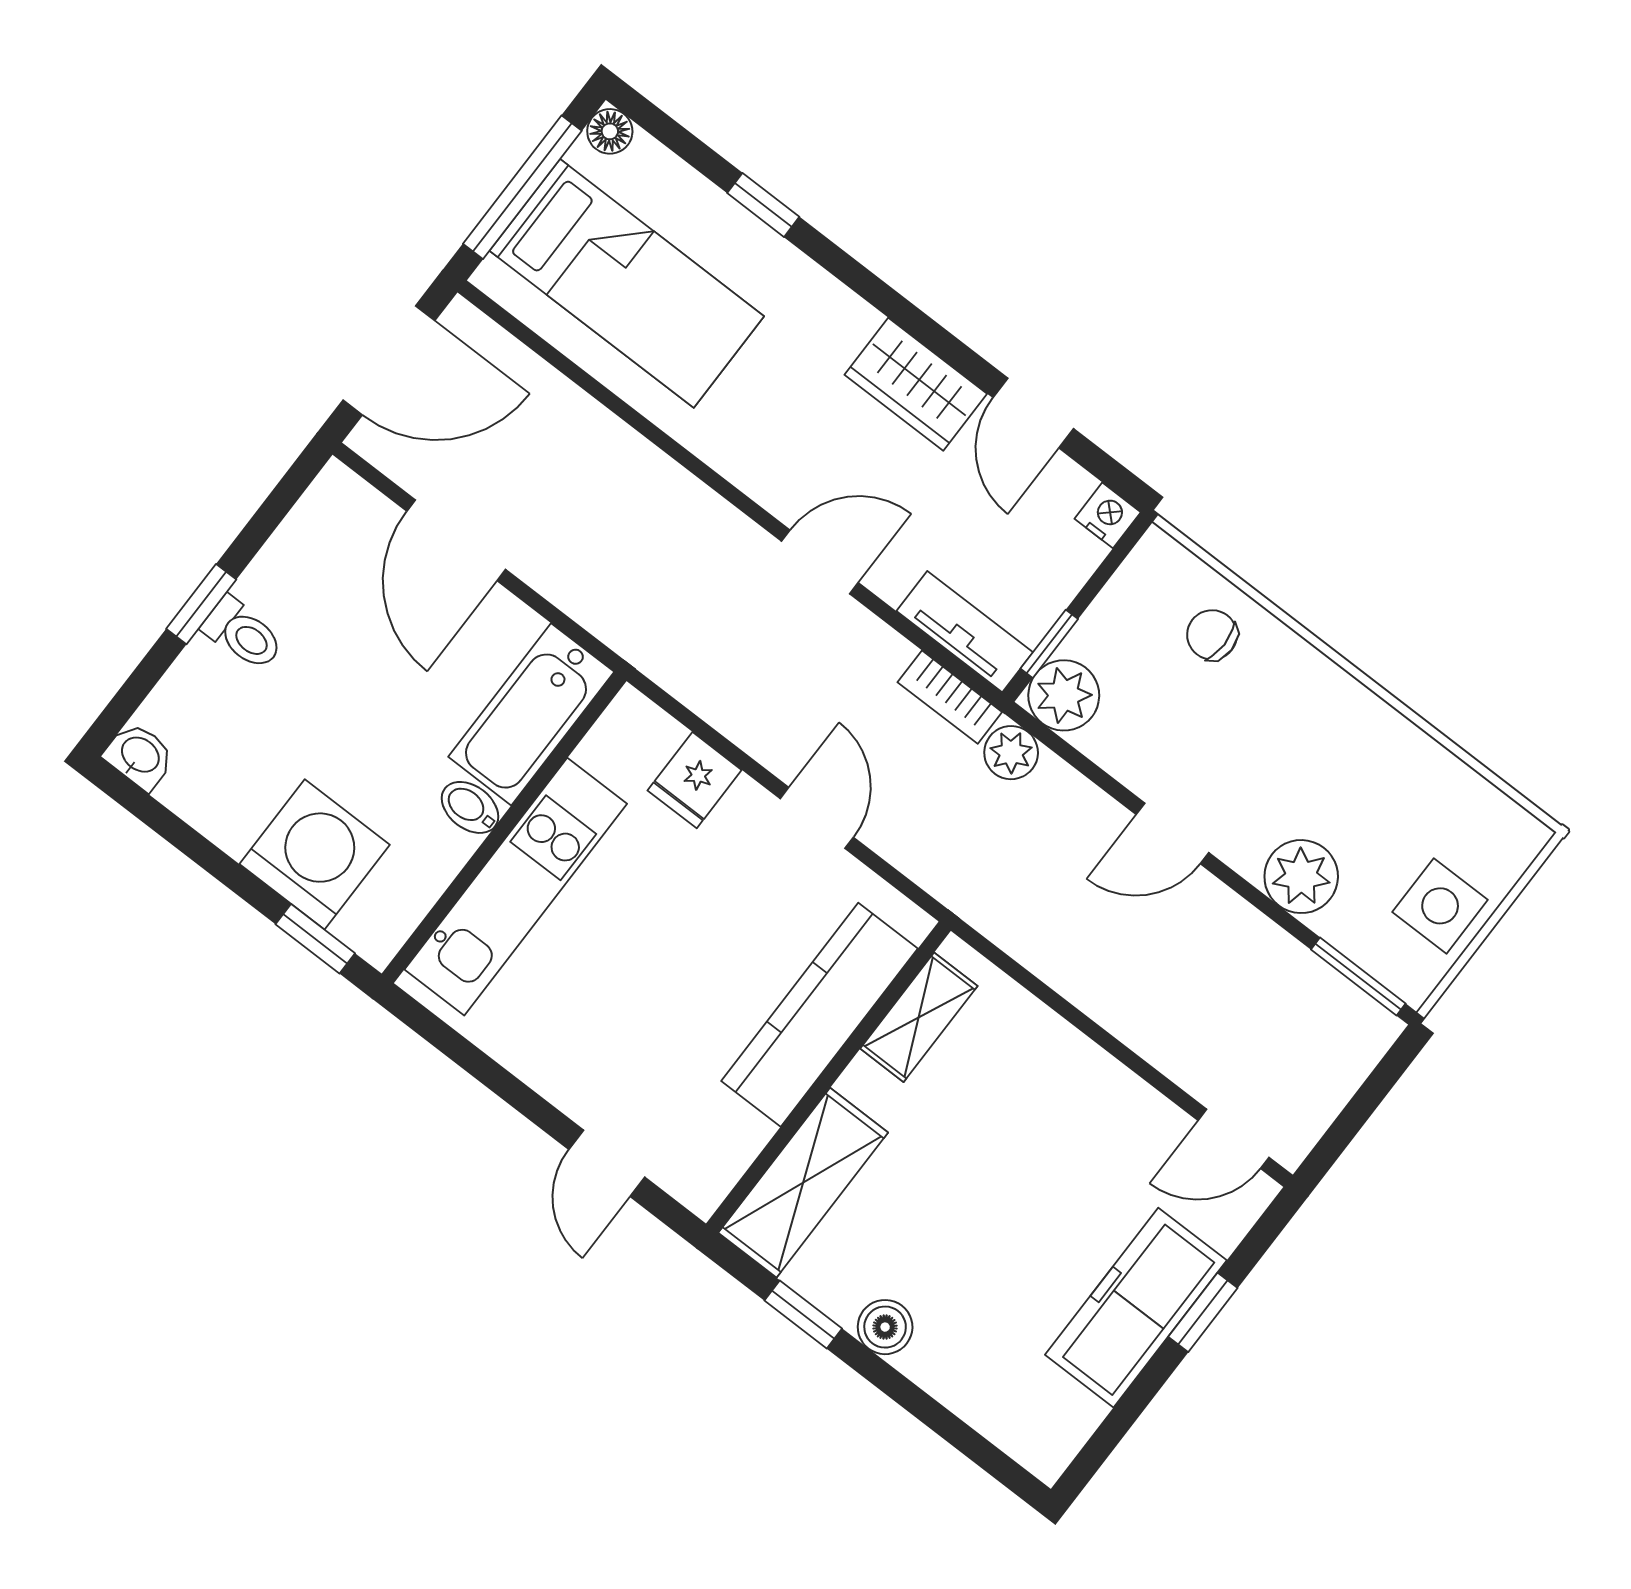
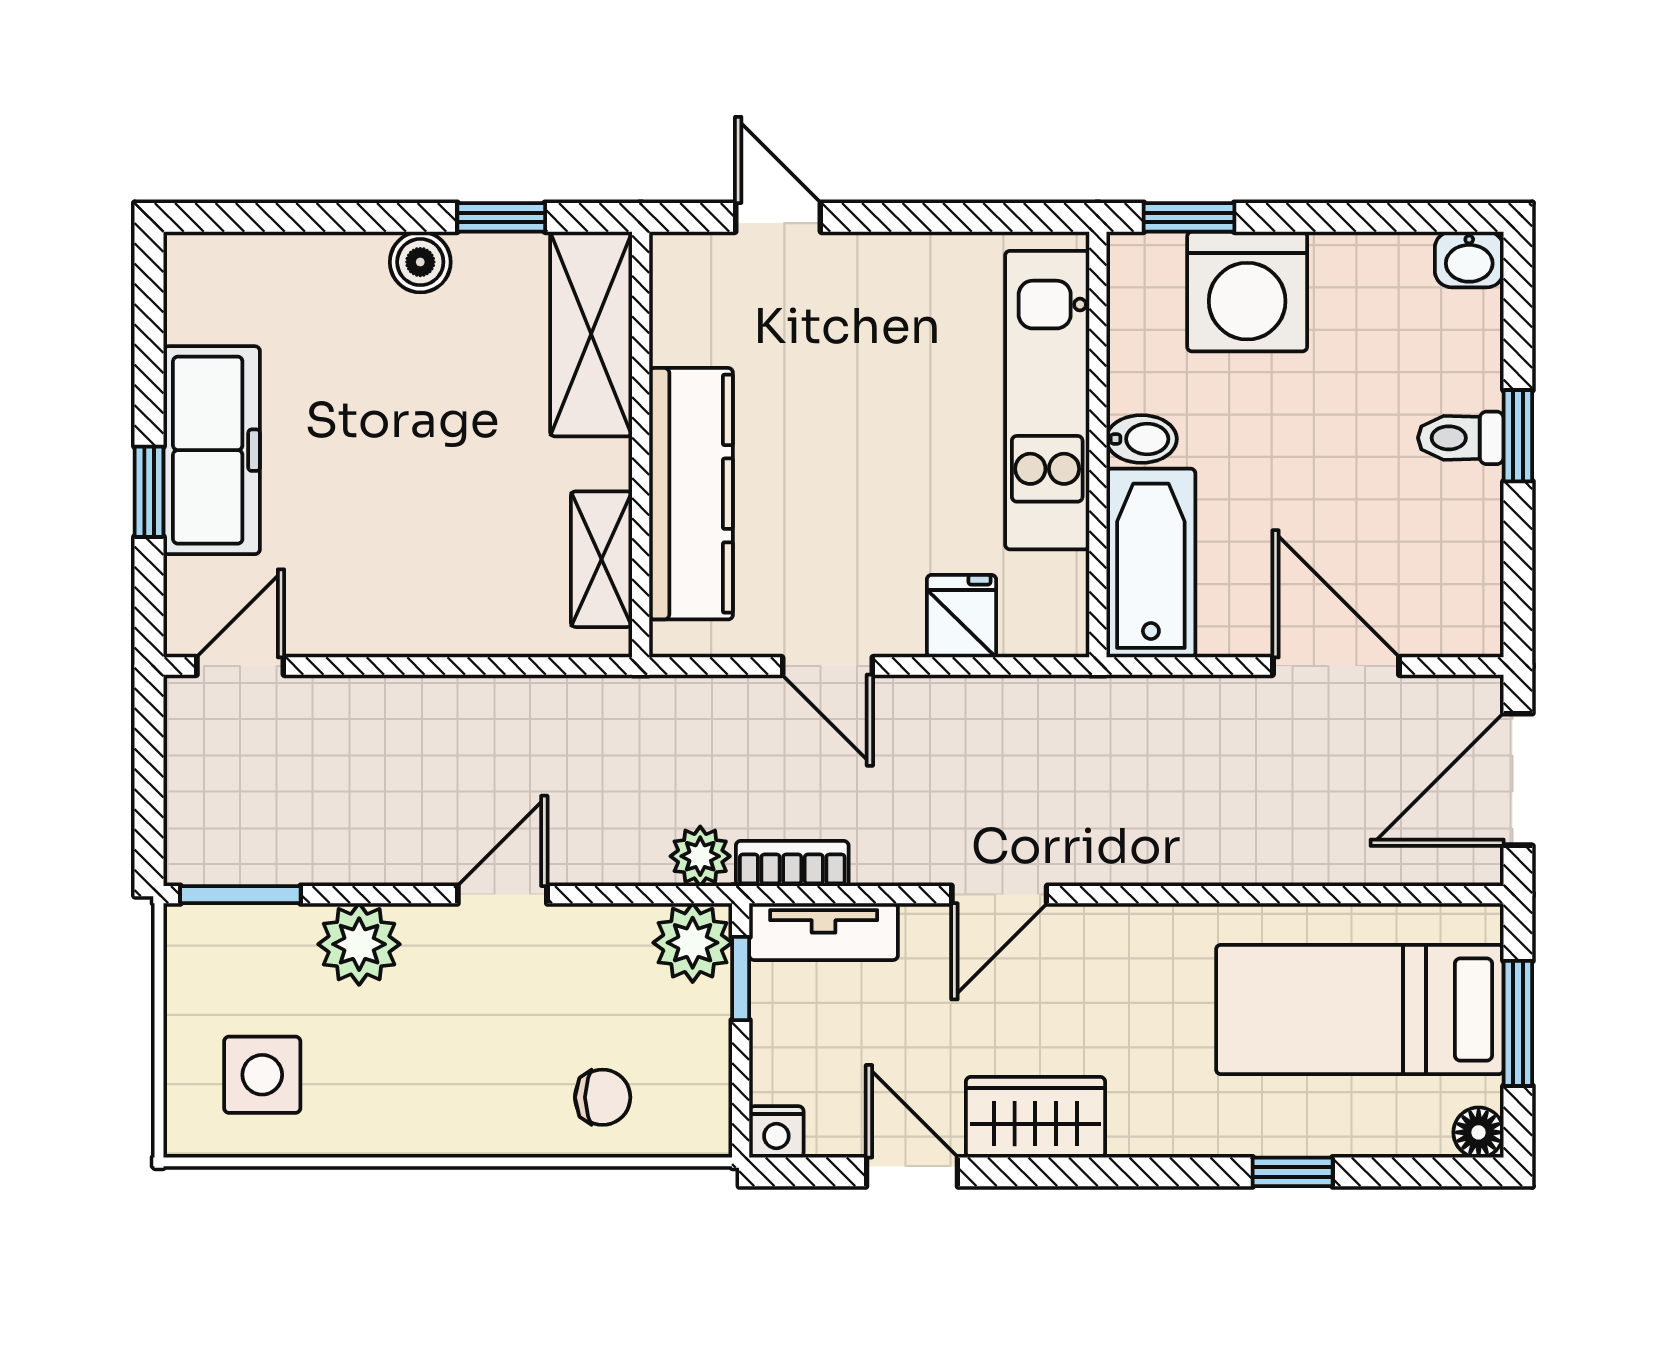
window: (522, 187) -> (1518, 1023), width x0.69
side table: (1440, 906) -> (262, 1075), moved

